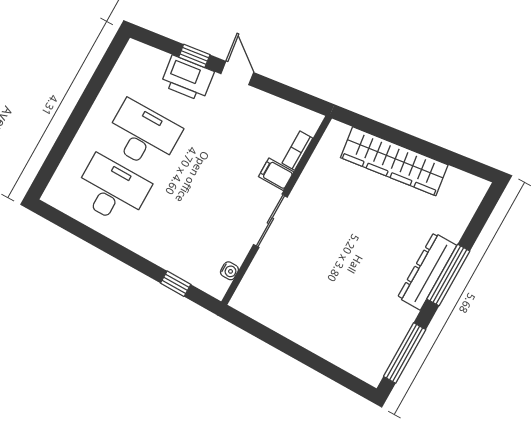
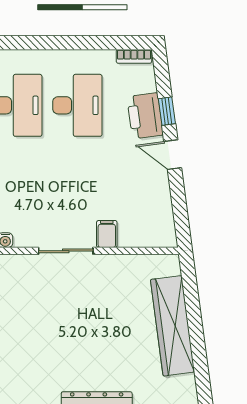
door: (237, 73) -> (173, 155), swing flipped
bookcase: (297, 151) -> (134, 56), moved, turned 180

